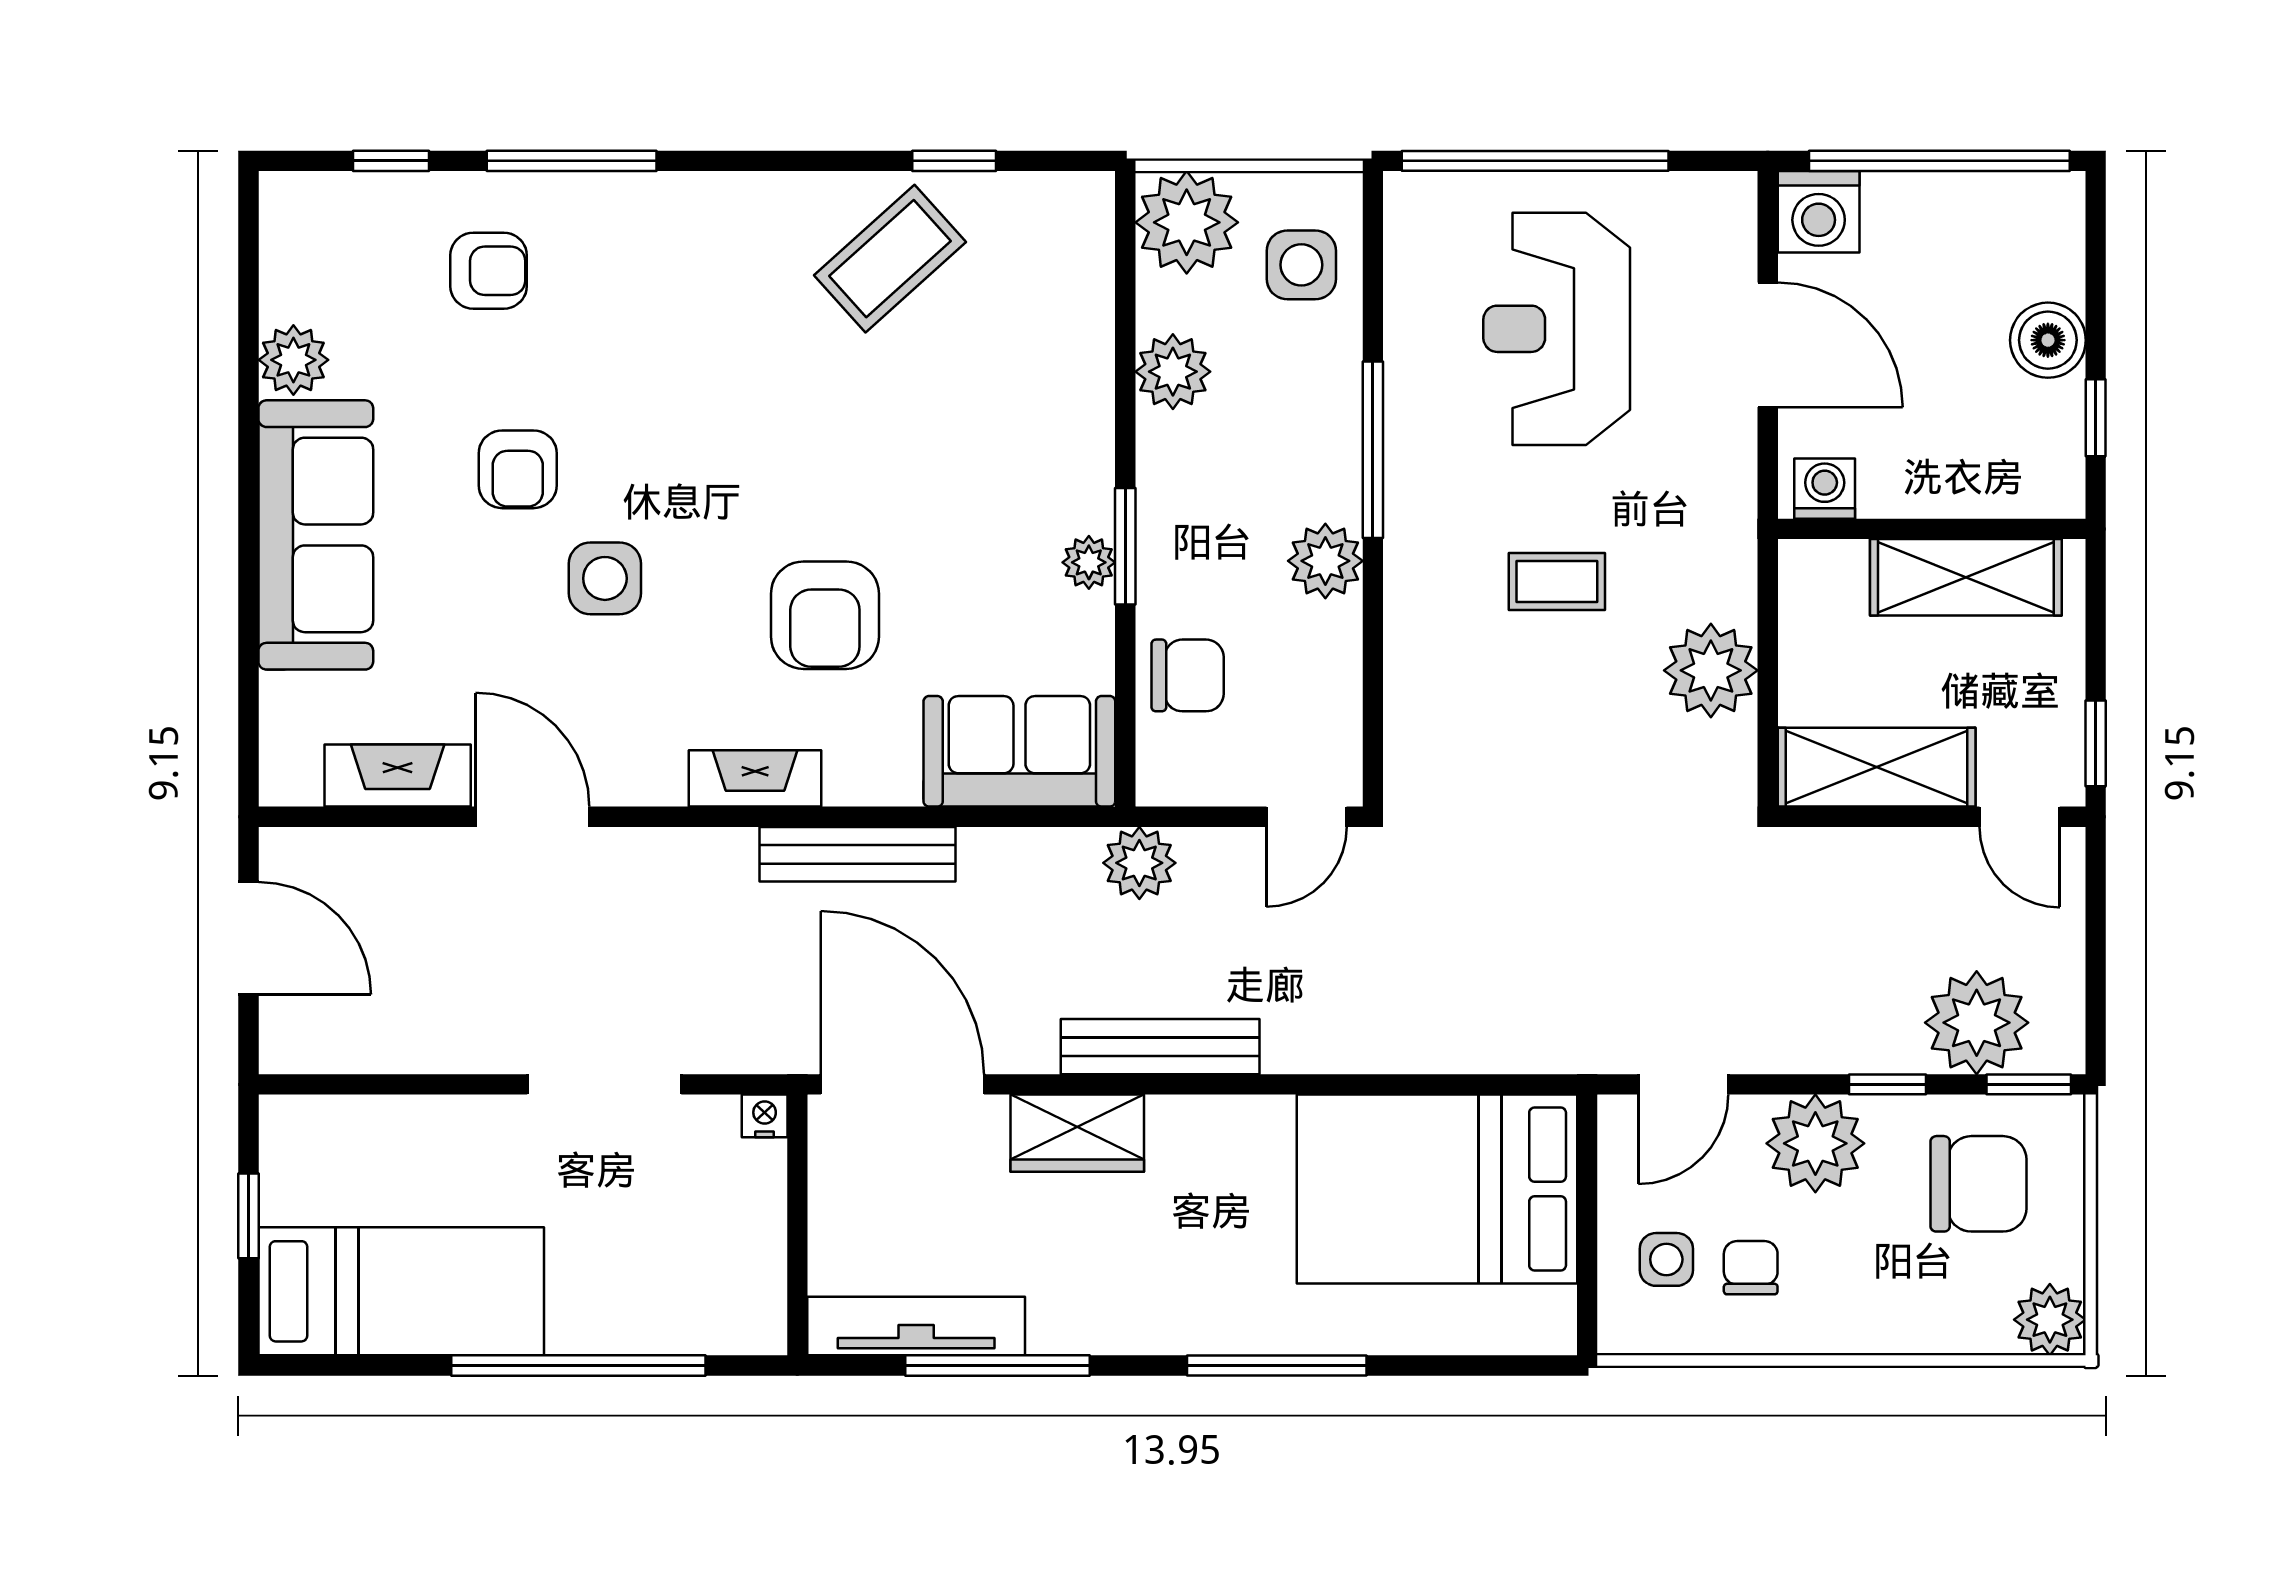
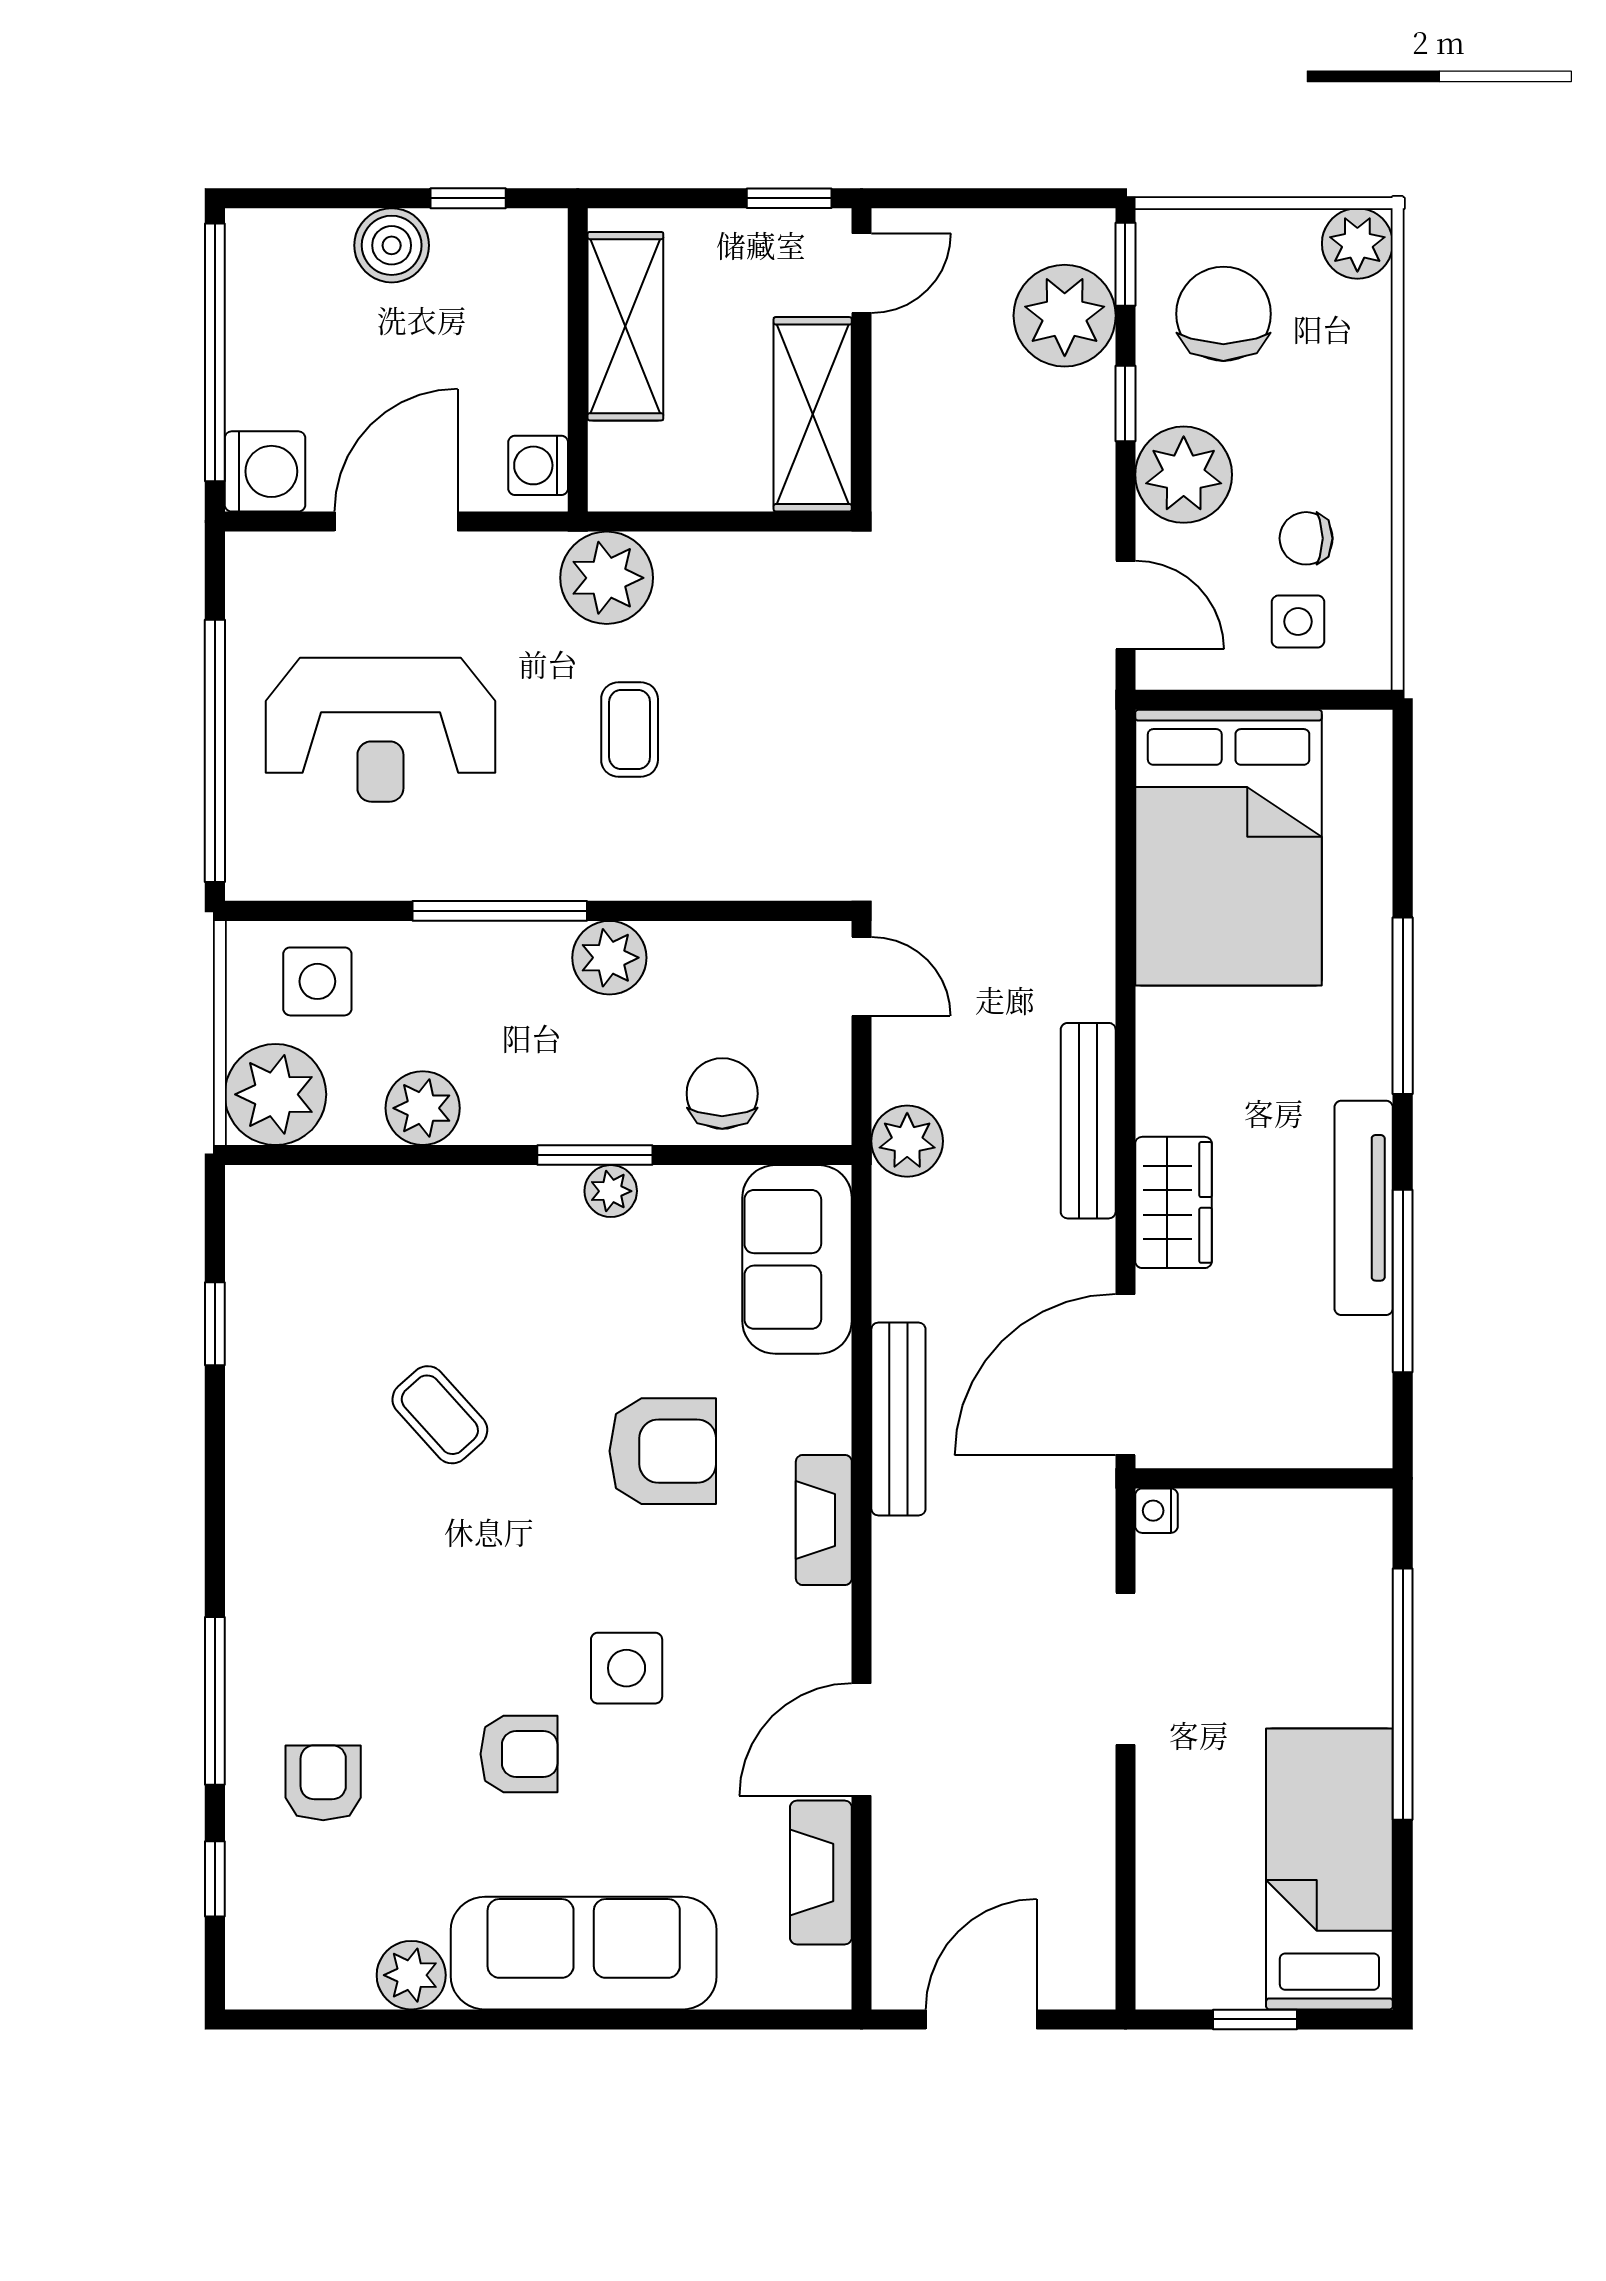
coffee table: (890, 259) -> (440, 1415), moved, width x0.73, depth x0.77
plant: (1711, 670) -> (607, 578), moved
tv unit: (916, 1326) -> (1364, 1208), moved

